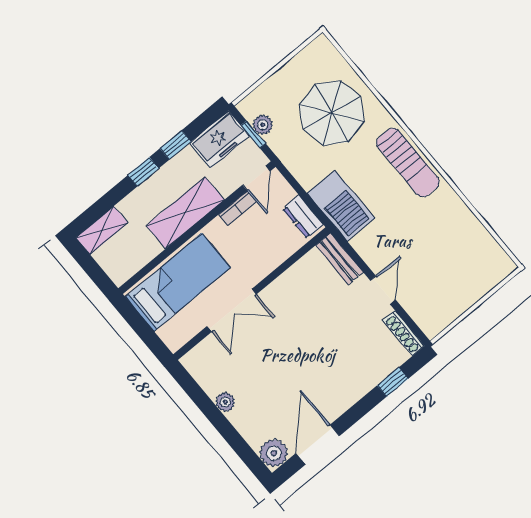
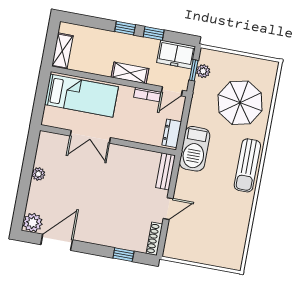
shelving: (185, 213) -> (130, 73), width x0.67, depth x0.75
shelving: (102, 230) -> (62, 51), moved, turned 90

